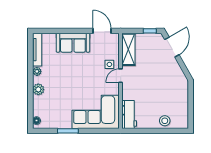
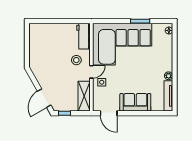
plant: (38, 89) -> (167, 59), removed
corner sofa: (96, 112) -> (122, 44), width x1.36, depth x1.36
stool: (165, 121) -> (76, 60), moved

